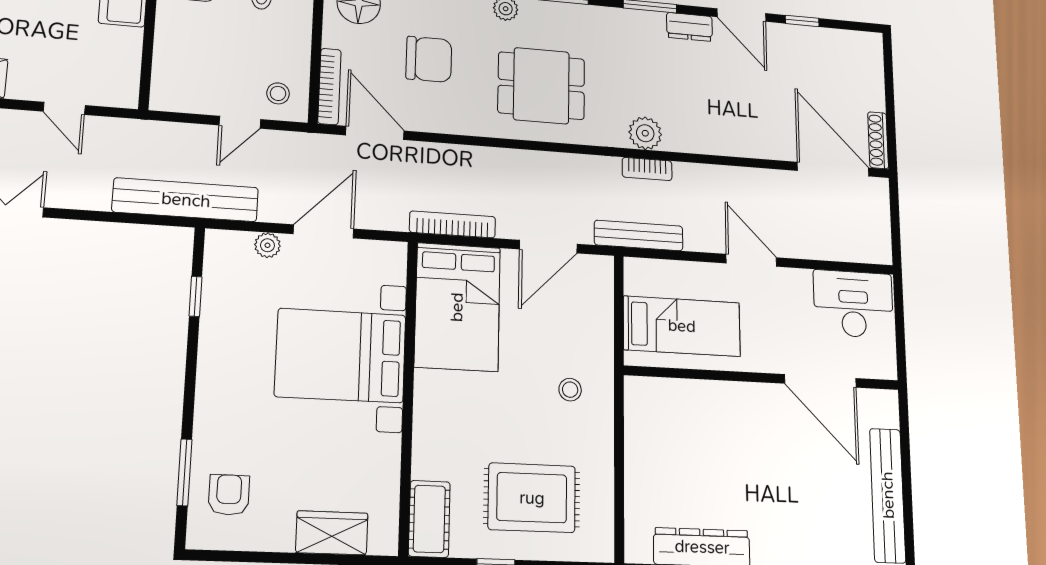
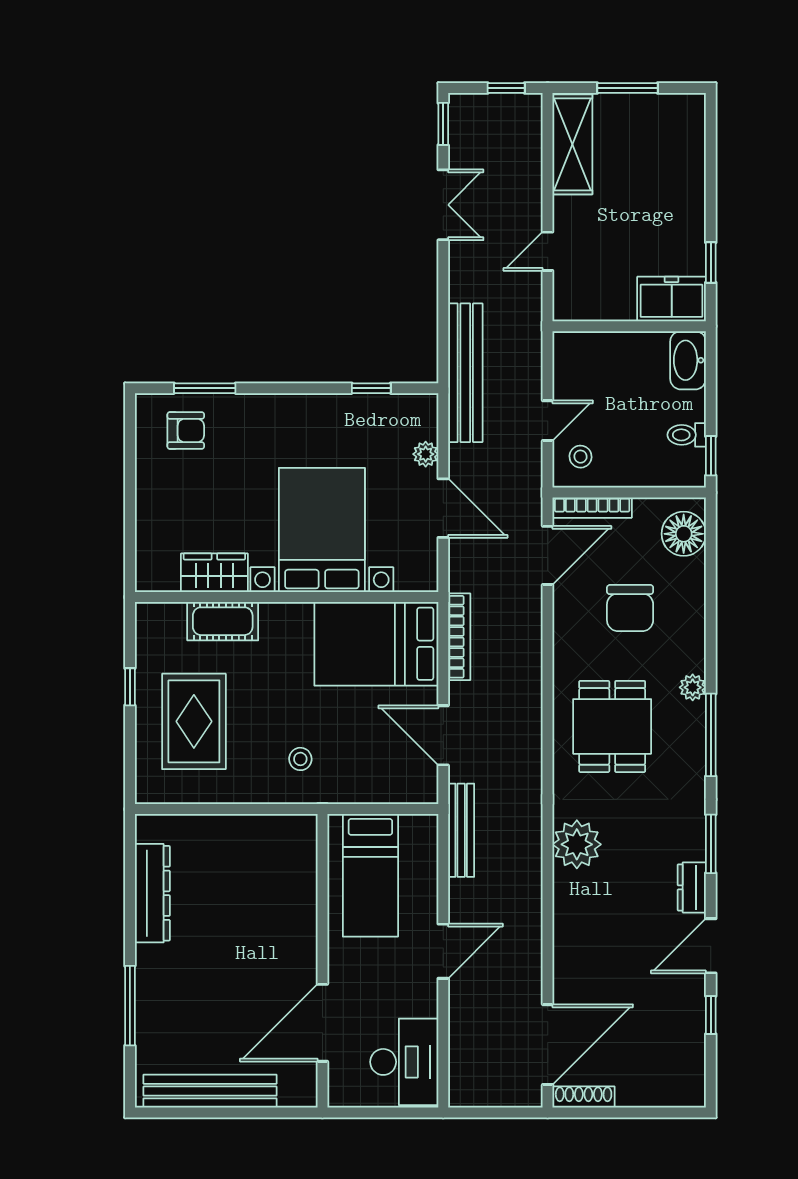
door: (240, 122) -> (548, 421), swing flipped
plant: (645, 133) -> (577, 844), width x1.36, depth x1.36
bookcase: (647, 169) -> (532, 840), removed
cot: (429, 519) -> (223, 621), moved
wardrobe: (332, 533) -> (214, 573), moved, turned -90

